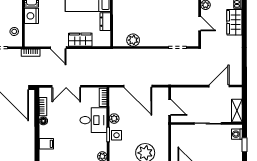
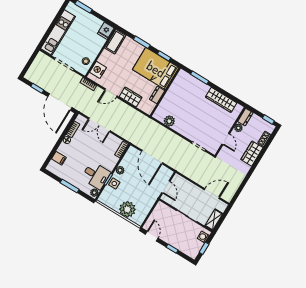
nightstand: (32, 16) -> (98, 70), moved
door: (58, 48) -> (111, 93), hinge flipped
desk: (93, 120) -> (96, 175), moved

